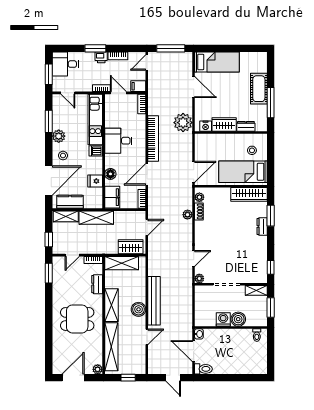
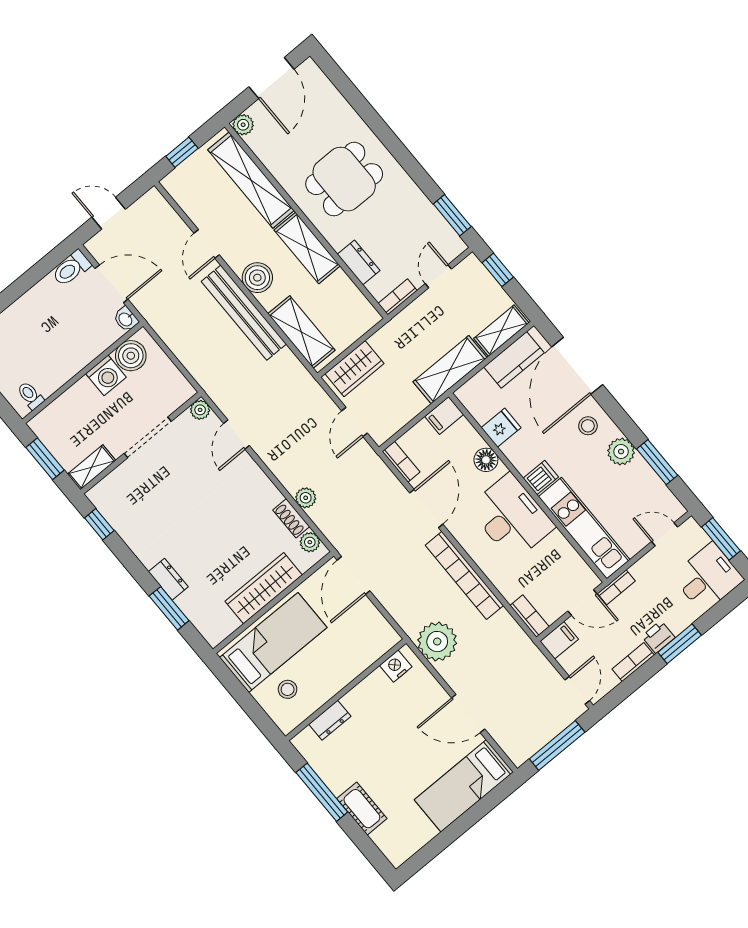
cot: (259, 89) -> (362, 809), width x0.73, depth x0.75
wardrobe: (224, 124) -> (368, 694), removed
desk: (118, 141) -> (511, 517), width x1.37
wardrobe: (249, 194) -> (264, 588), moved
filing cabinet: (112, 197) -> (444, 415), width x0.50
shelving: (122, 263) -> (301, 332), moved, turned 90
boiler: (238, 319) -> (131, 356), moved

